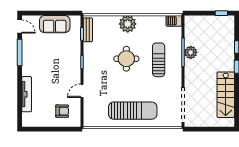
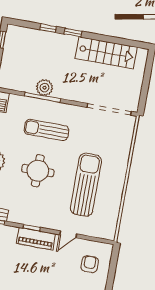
piano: (74, 67) -> (36, 239), added
door: (82, 91) -> (68, 234), hinge flipped
sun lounger: (133, 111) -> (86, 185), moved

